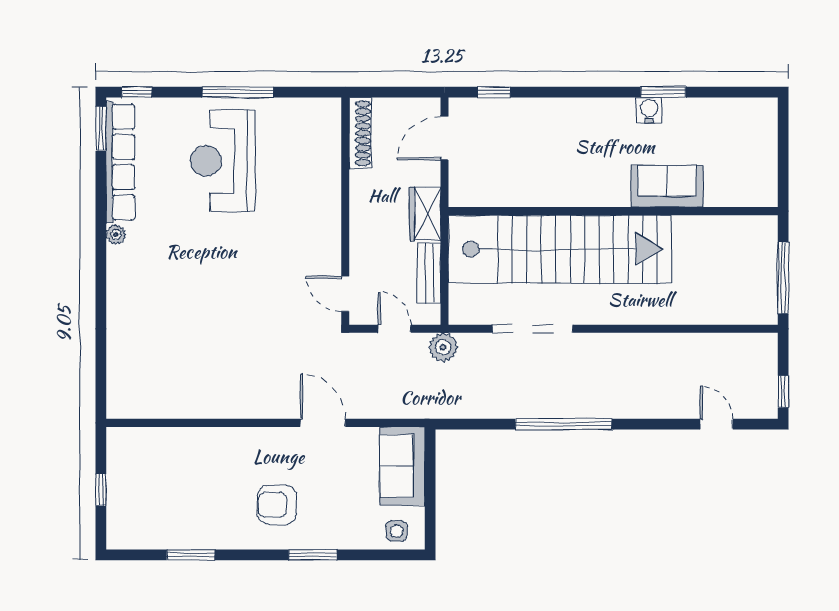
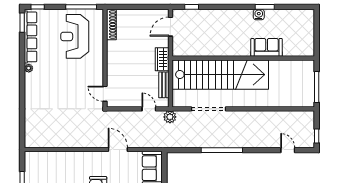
shoe rack: (360, 133) -> (111, 24), moved
wall: (345, 211) -> (105, 58), moved
door: (345, 294) -> (105, 94), moved

